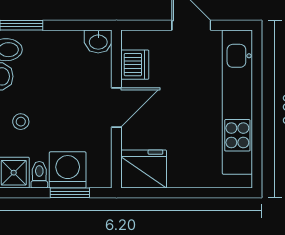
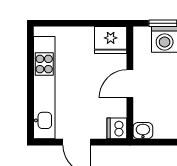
dishwasher: (135, 65) -> (117, 128), moved

